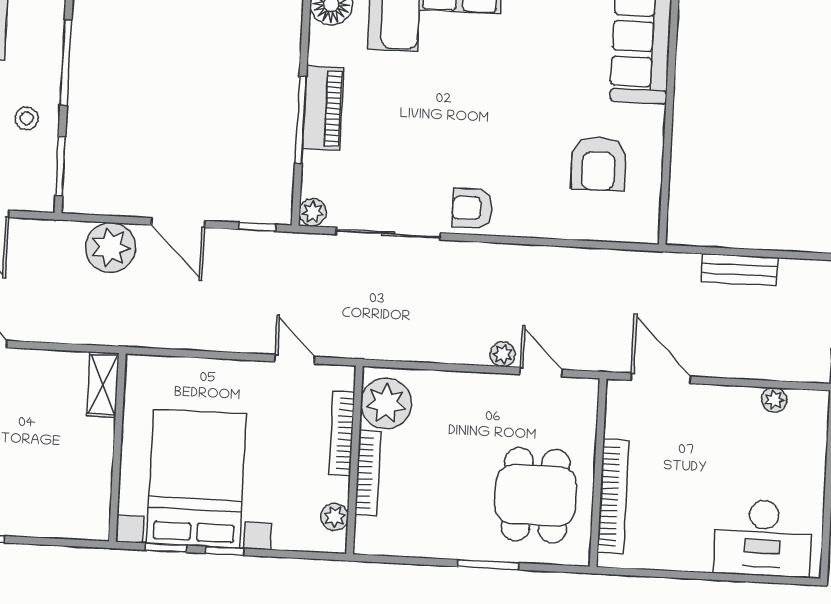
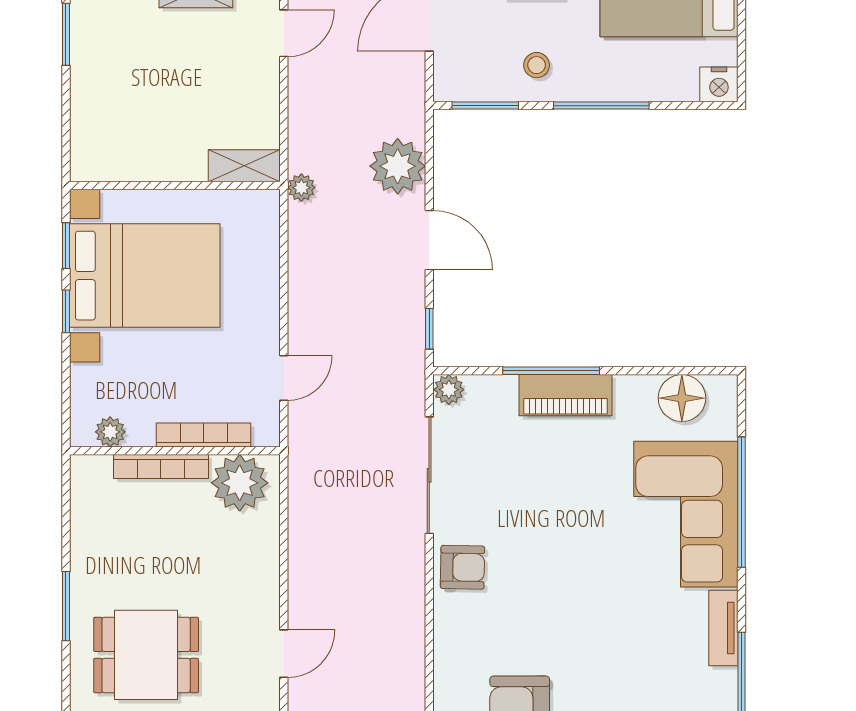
armchair: (472, 208) -> (462, 567), turned 91
door: (178, 223) -> (429, 240), swing flipped
plant: (503, 354) -> (301, 188), moved

